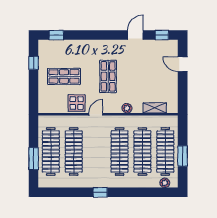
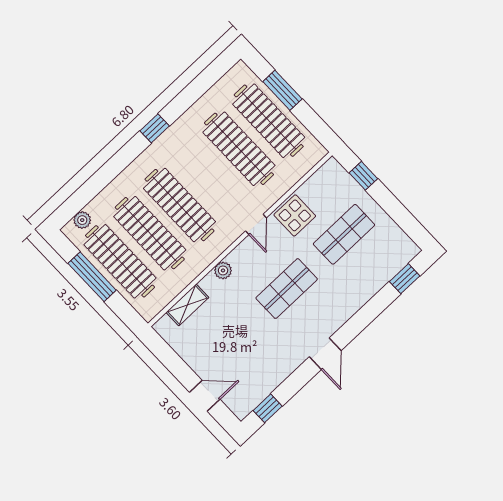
door: (135, 35) -> (325, 354), moved
window: (34, 63) -> (363, 176), moved
shop shelf: (108, 76) -> (287, 289), turned 90
window: (183, 156) -> (92, 277), width x1.44

